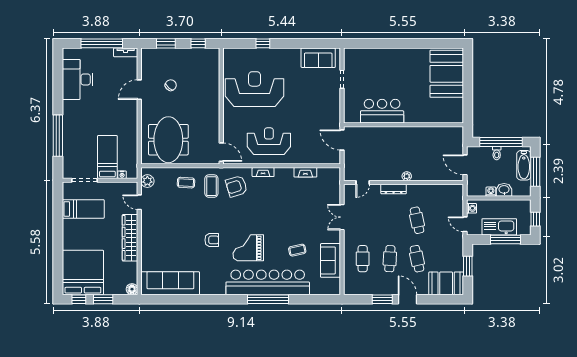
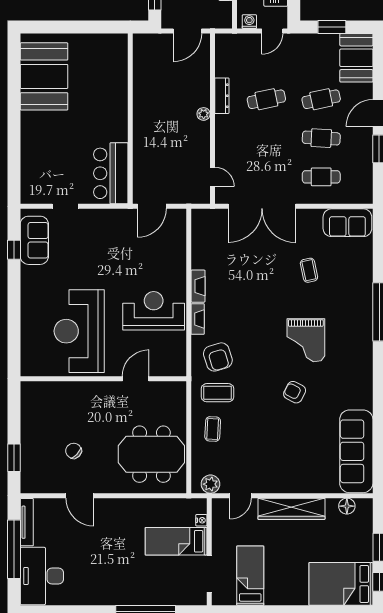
window: (198, 43) -> (14, 412), removed
window: (263, 43) -> (14, 250), moved
tv unit: (126, 52) -> (27, 522), width x1.41
booth: (447, 74) -> (44, 76), moved, turned 90
desk: (77, 79) -> (42, 576), moved, turned 90
bar counter: (382, 111) -> (111, 173), moved
reception desk: (269, 141) -> (154, 311), turned 90
door: (221, 152) -> (136, 379), moved
fireplace: (305, 172) -> (198, 286), moved
dresser: (394, 189) -> (222, 96), moved
double door: (342, 217) -> (262, 206), width x1.87
armchair: (212, 240) -> (295, 392), turned -63
sofa: (331, 260) -> (347, 223), moved
bed: (83, 273) -> (341, 584), width x0.73
bar counter: (268, 282) -> (355, 312), removed
floor lamp: (132, 289) -> (347, 506), moved

